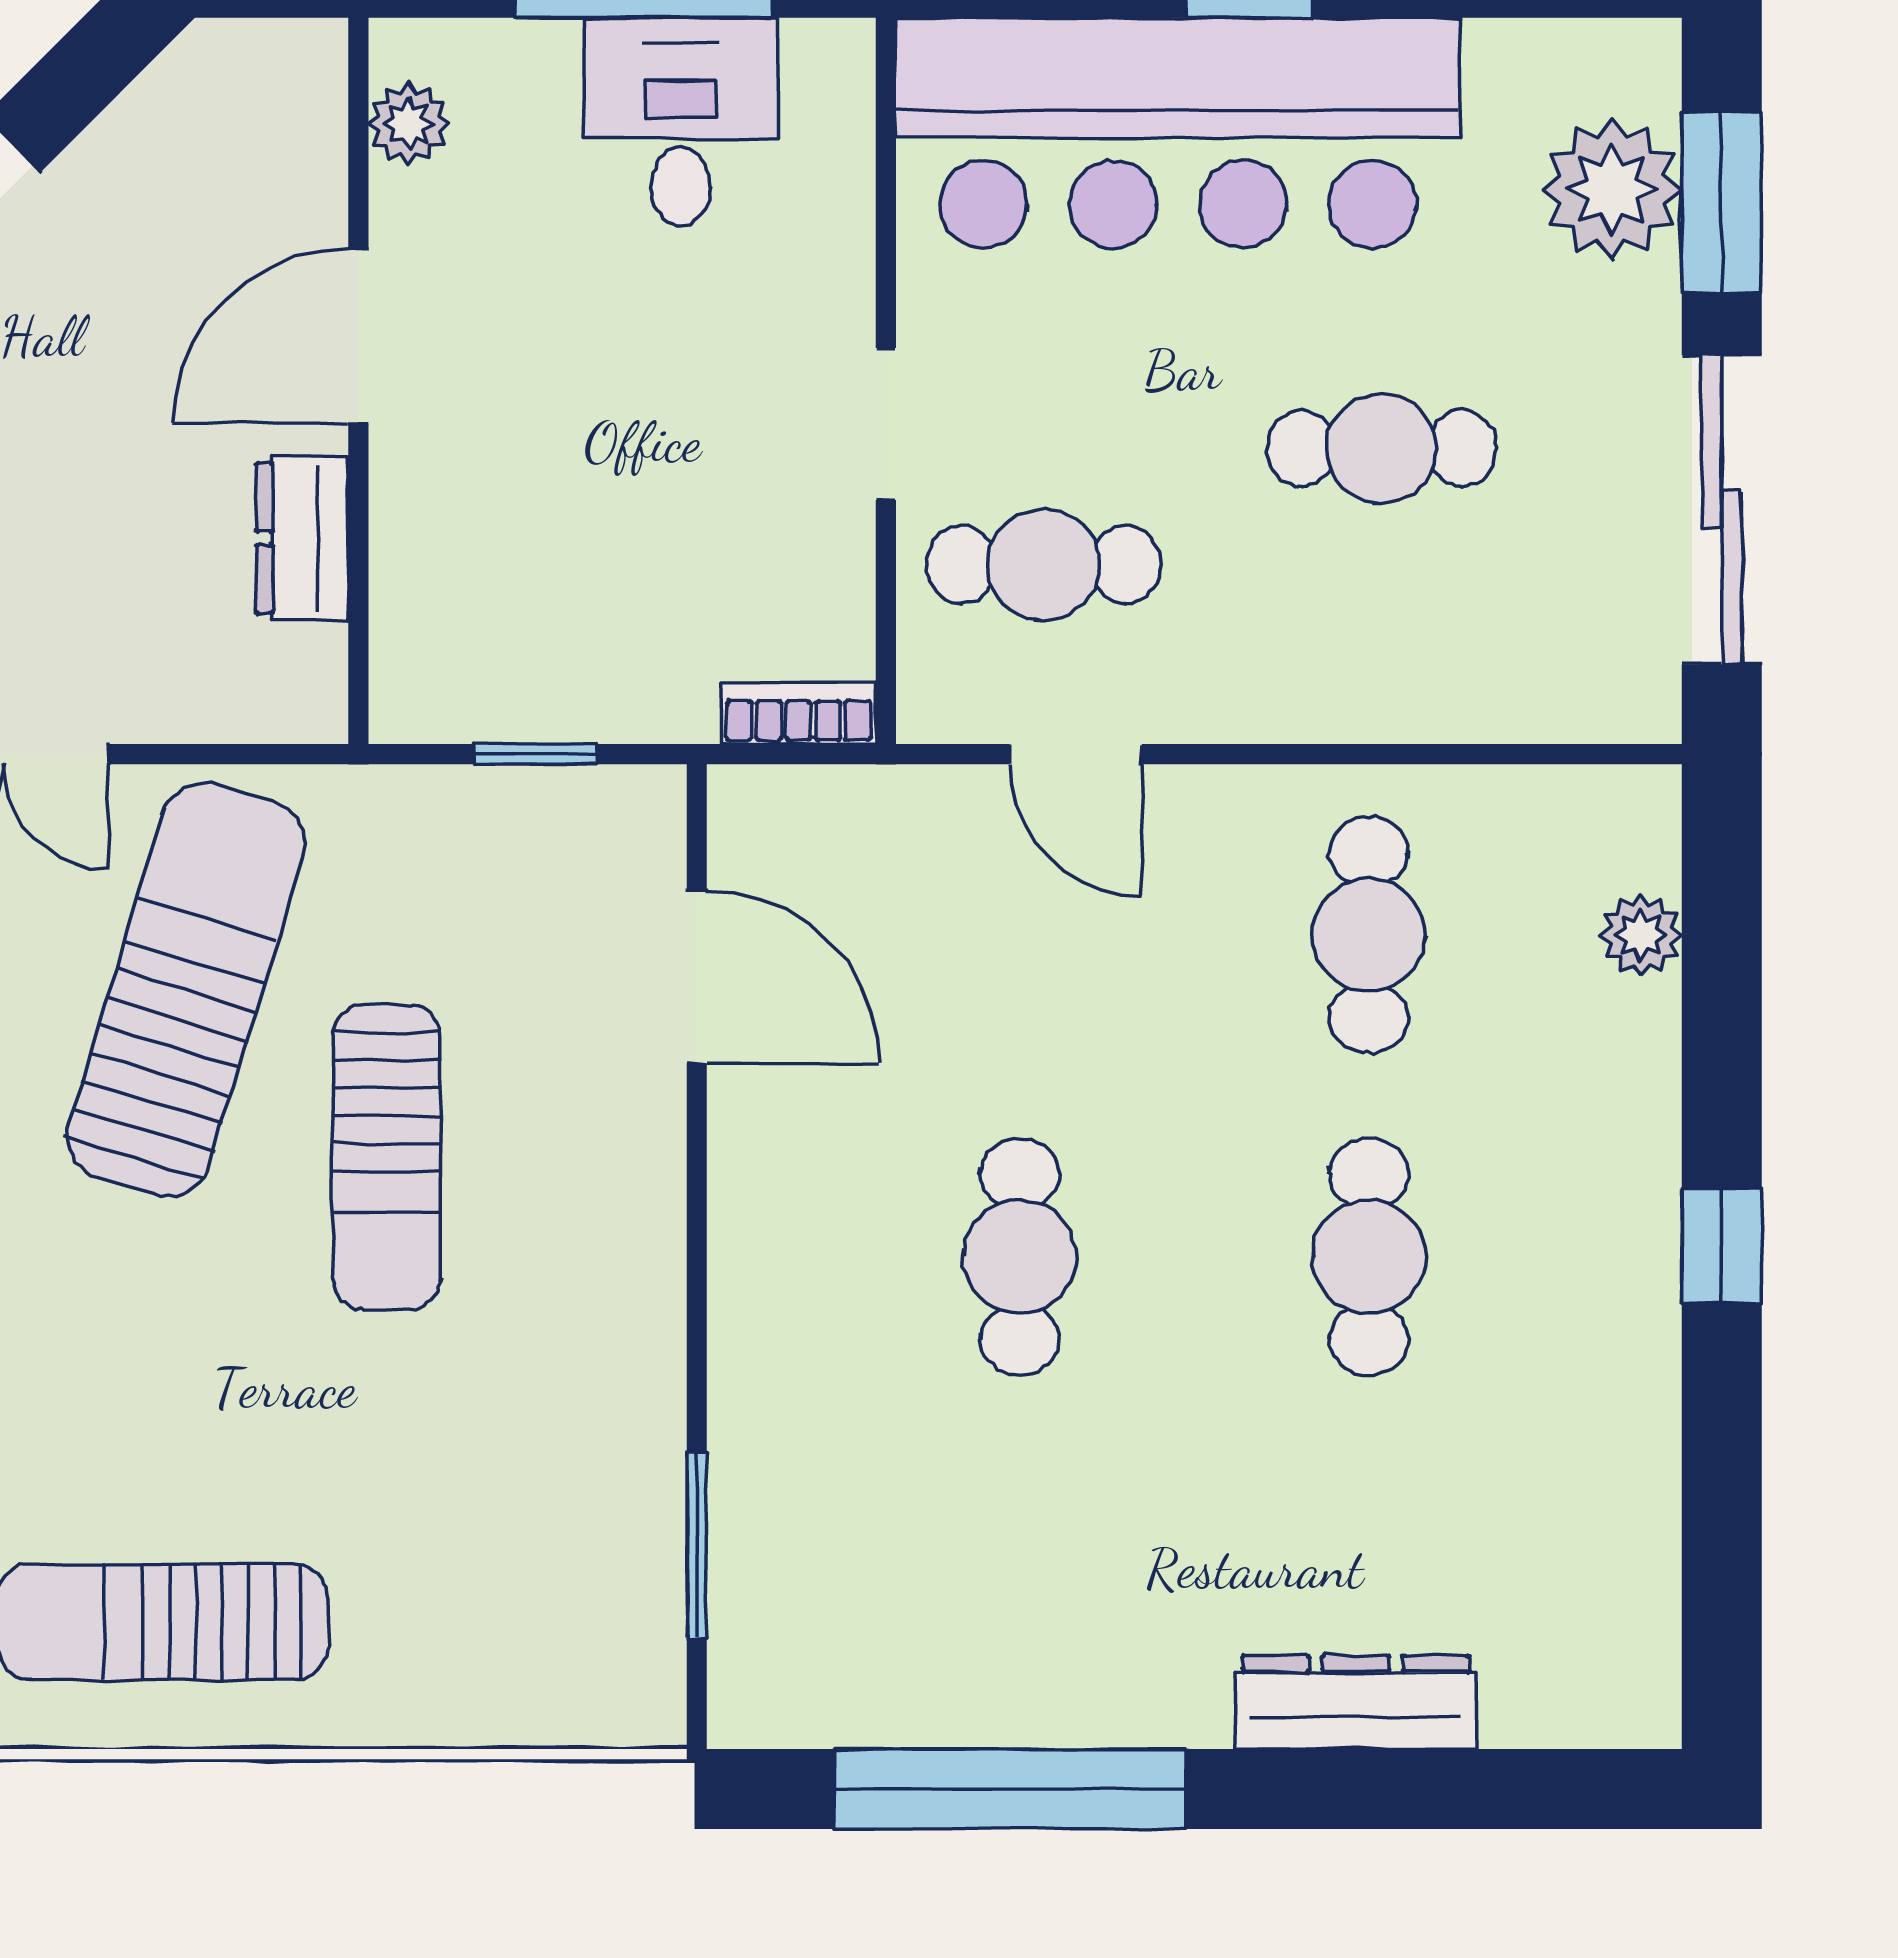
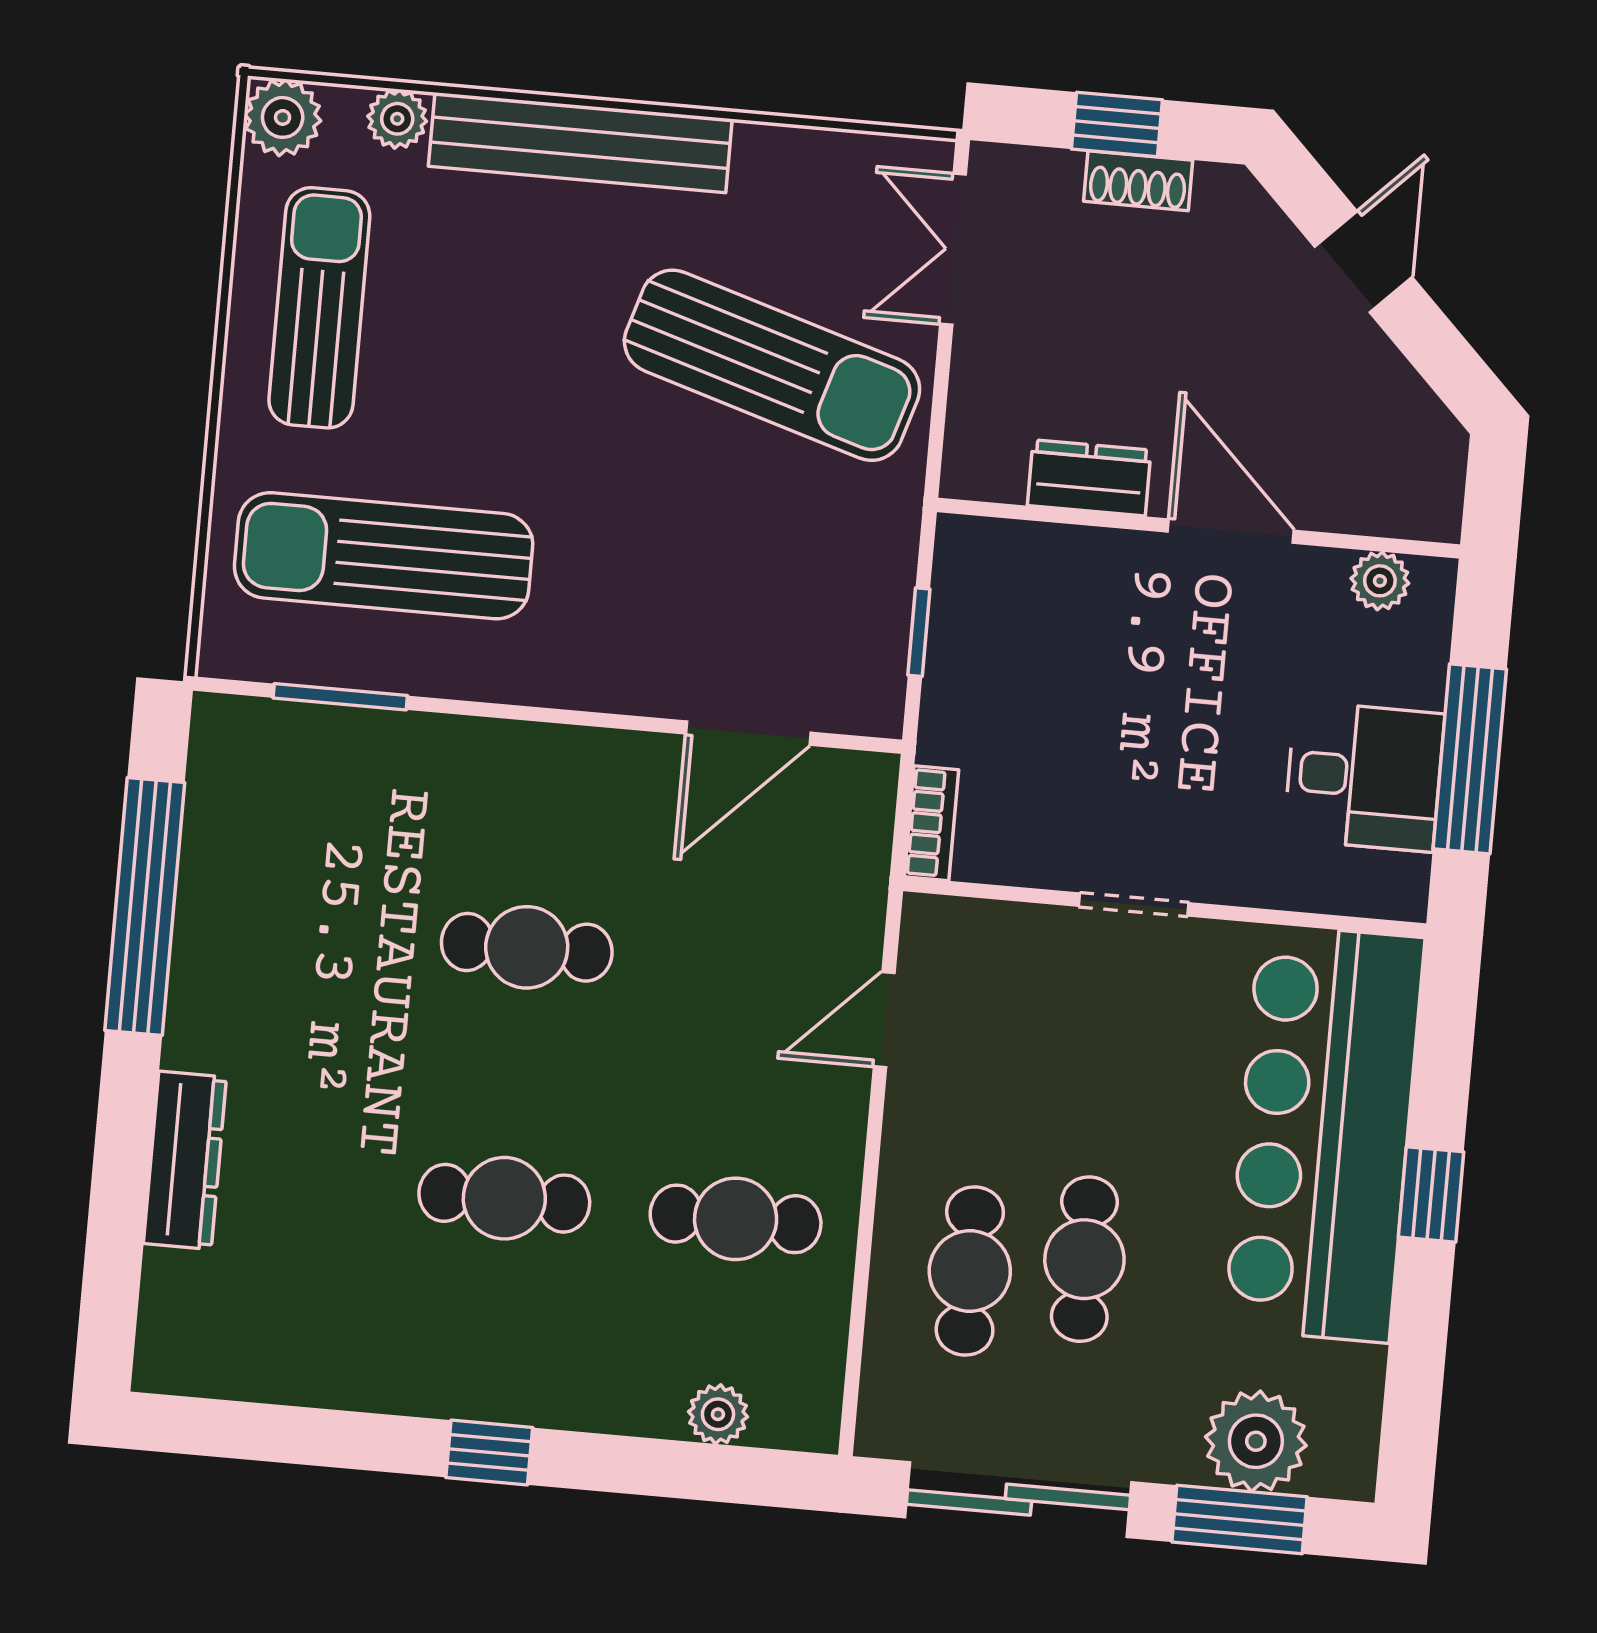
cafe table: (1044, 565) -> (970, 1271), moved
sun lounger: (387, 1157) -> (384, 556), moved, width x1.36, depth x1.34

